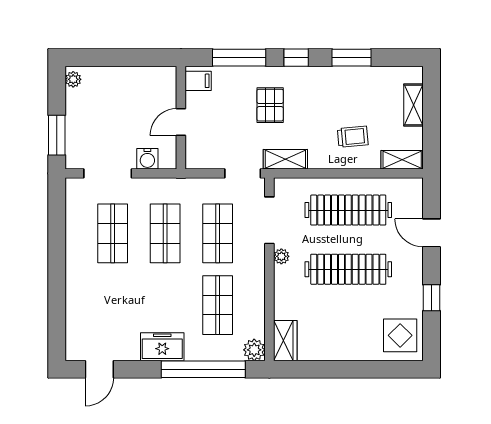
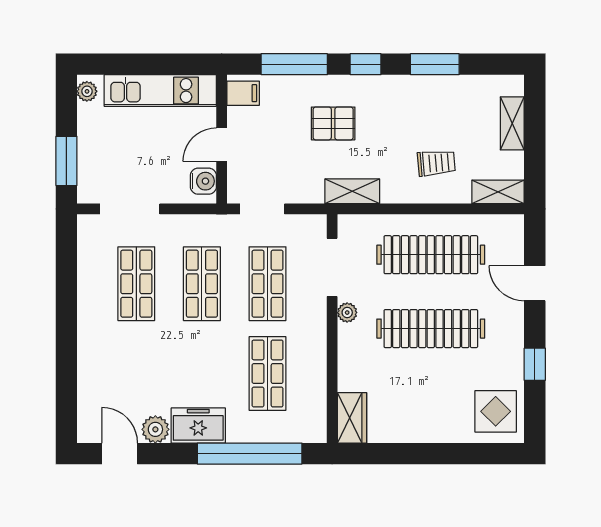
kitchen unit: (132, 79) -> (160, 91), added
pallet: (270, 105) -> (333, 123), turned 90
water cooler: (147, 159) -> (203, 181), moved, turned -90
doorway: (243, 173) -> (262, 209), moved
plant: (254, 350) -> (155, 429), moved
door: (99, 369) -> (120, 454), swing flipped

